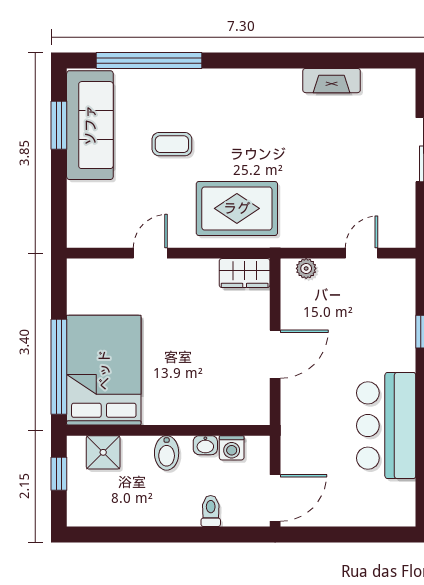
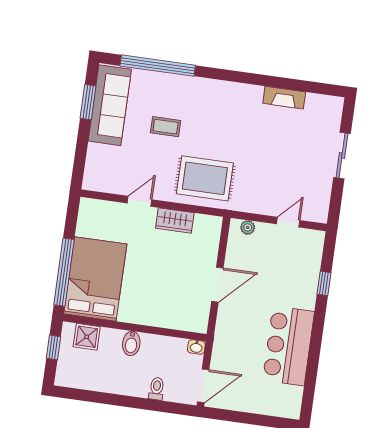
wardrobe: (245, 273) -> (175, 220), moved
washbasin: (205, 445) -> (196, 347), moved
washing machine: (232, 448) -> (178, 346), removed

